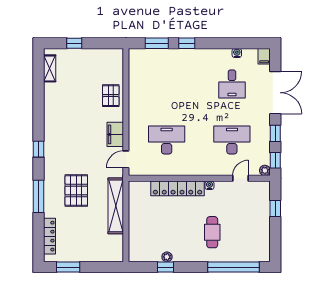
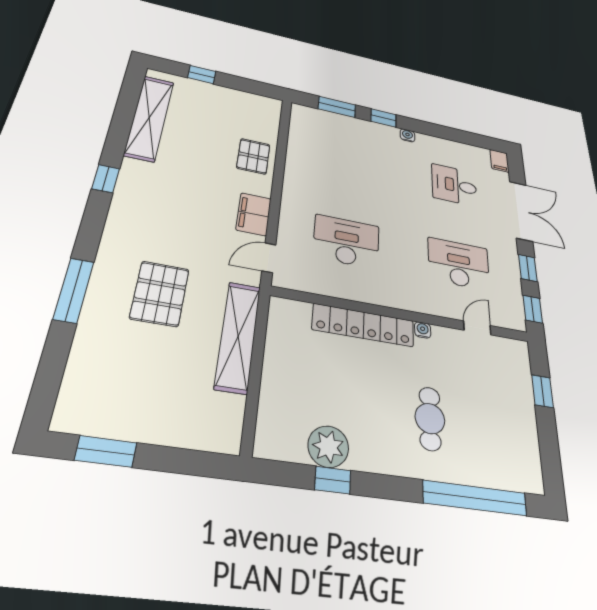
water cooler: (237, 53) -> (407, 135), moved
shelving: (50, 68) -> (149, 118), width x2.20, depth x1.33
desk: (232, 84) -> (454, 185), turned 90
window: (38, 149) -> (106, 179), moved
plant: (265, 170) -> (517, 322), removed
locker: (49, 236) -> (78, 375), removed
plant: (167, 257) -> (328, 447), width x1.88, depth x1.88

